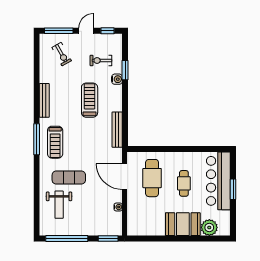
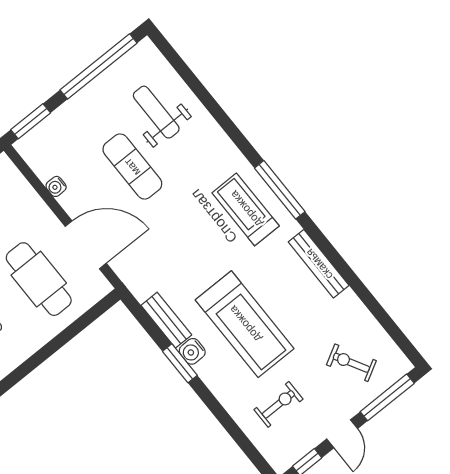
window: (125, 70) -> (180, 363), moved
water cooler: (117, 79) -> (192, 351), moved
treadmill: (90, 100) -> (245, 324), width x1.37, depth x1.38
bench: (117, 130) -> (166, 320), width x0.73
exercise mat: (69, 178) -> (132, 167), moved, turned 90

